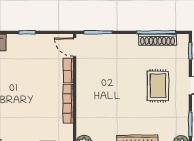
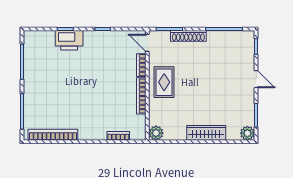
shoe rack: (158, 40) -> (188, 36), moved
rug: (158, 86) -> (164, 82), moved

